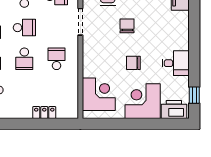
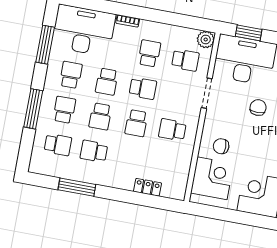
school desk: (57, 59) -> (172, 130), turned -90
chair: (133, 63) -> (221, 146), moved

